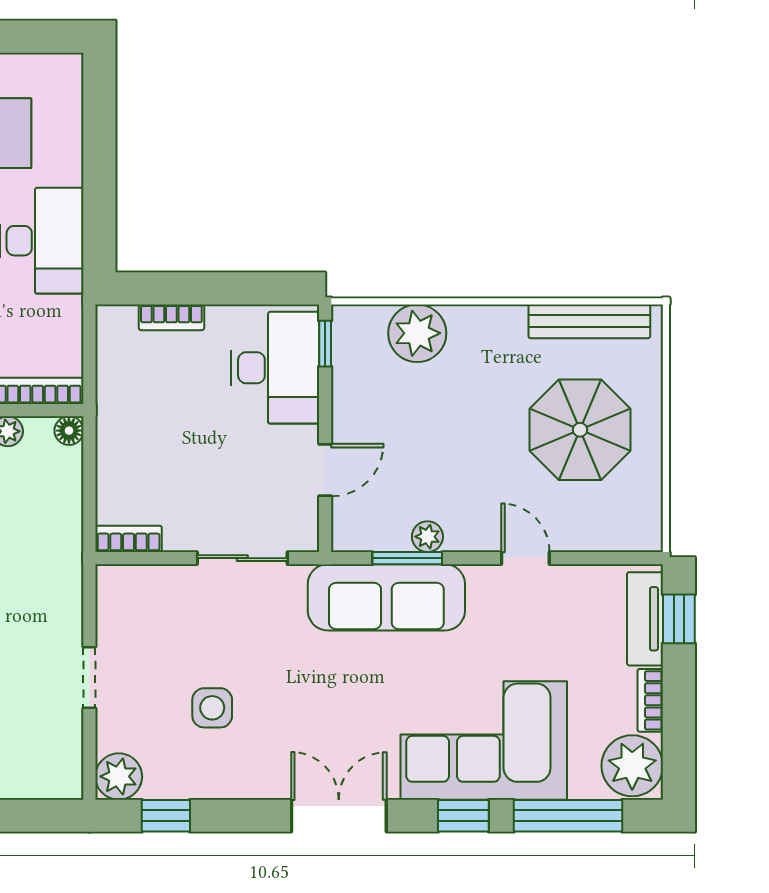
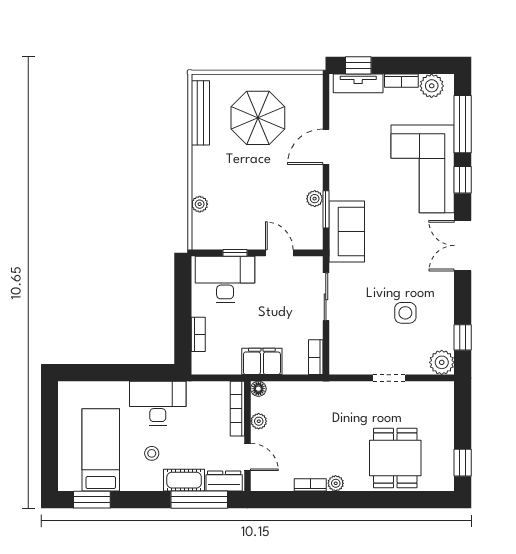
plant: (417, 333) -> (200, 204), width x0.53, depth x0.53
window: (325, 344) -> (235, 253), moved
filing cabinet: (121, 437) -> (262, 361), added
door: (525, 558) -> (326, 147), width x1.38
sofa: (386, 597) -> (347, 231), width x0.73
plant: (632, 766) -> (432, 86), width x0.73, depth x0.73

